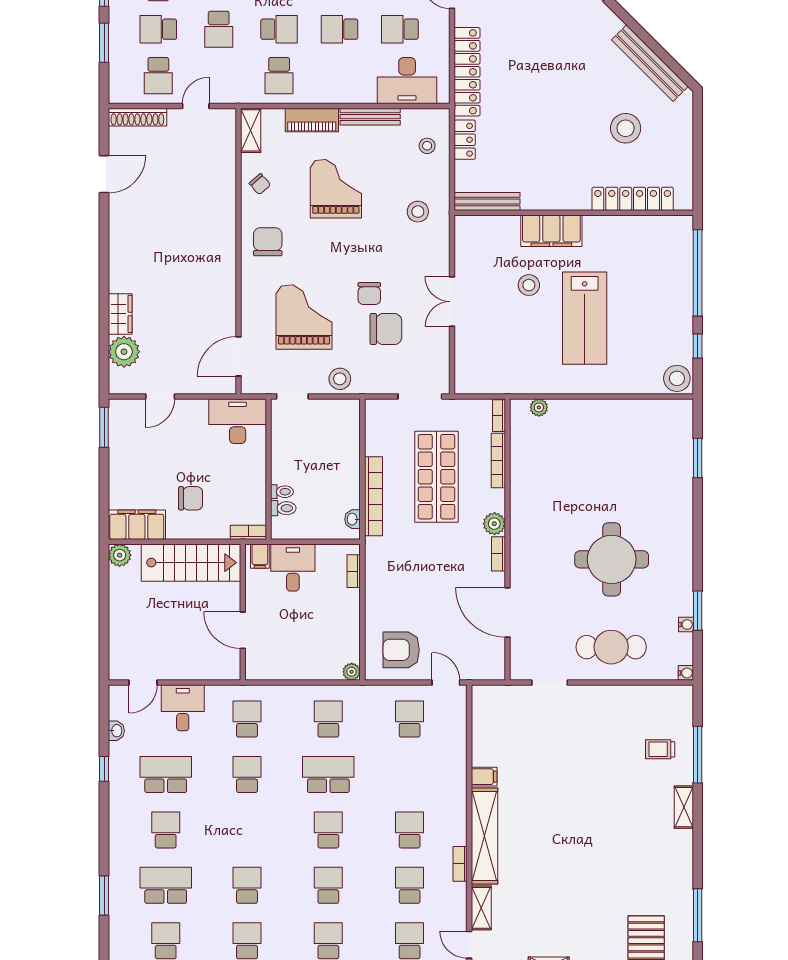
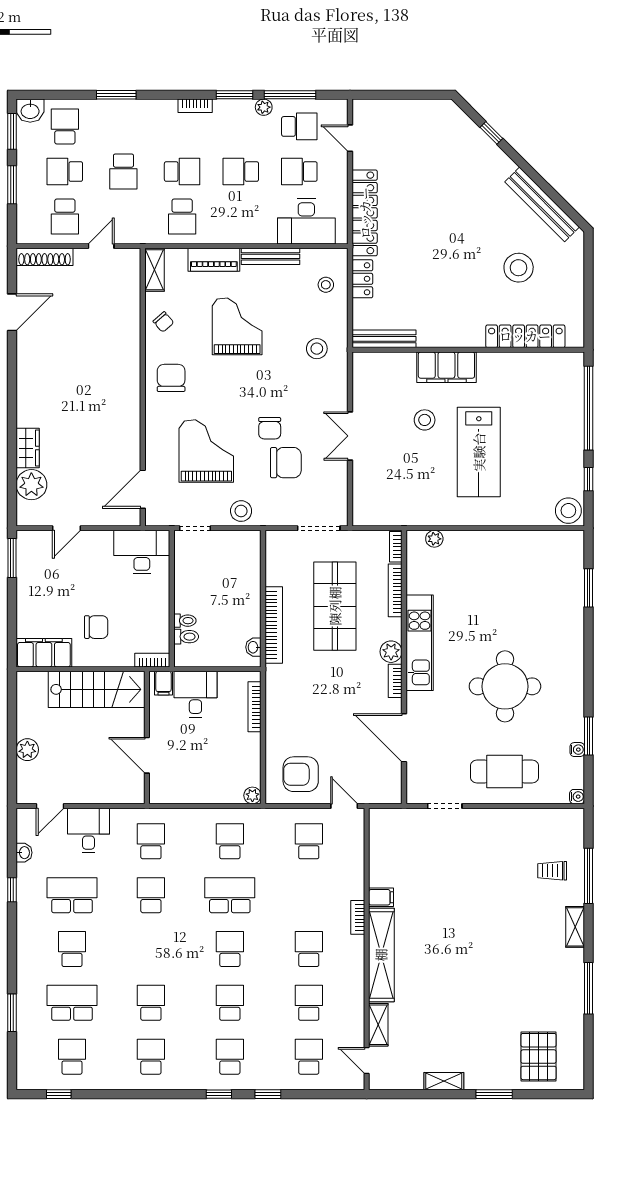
kitchen unit: (524, 514) -> (420, 643), added
plant: (120, 555) -> (27, 750), moved
bookcase: (354, 571) -> (254, 707), width x1.56
bookcase: (460, 864) -> (358, 917), moved
window: (698, 915) -> (588, 988), moved

